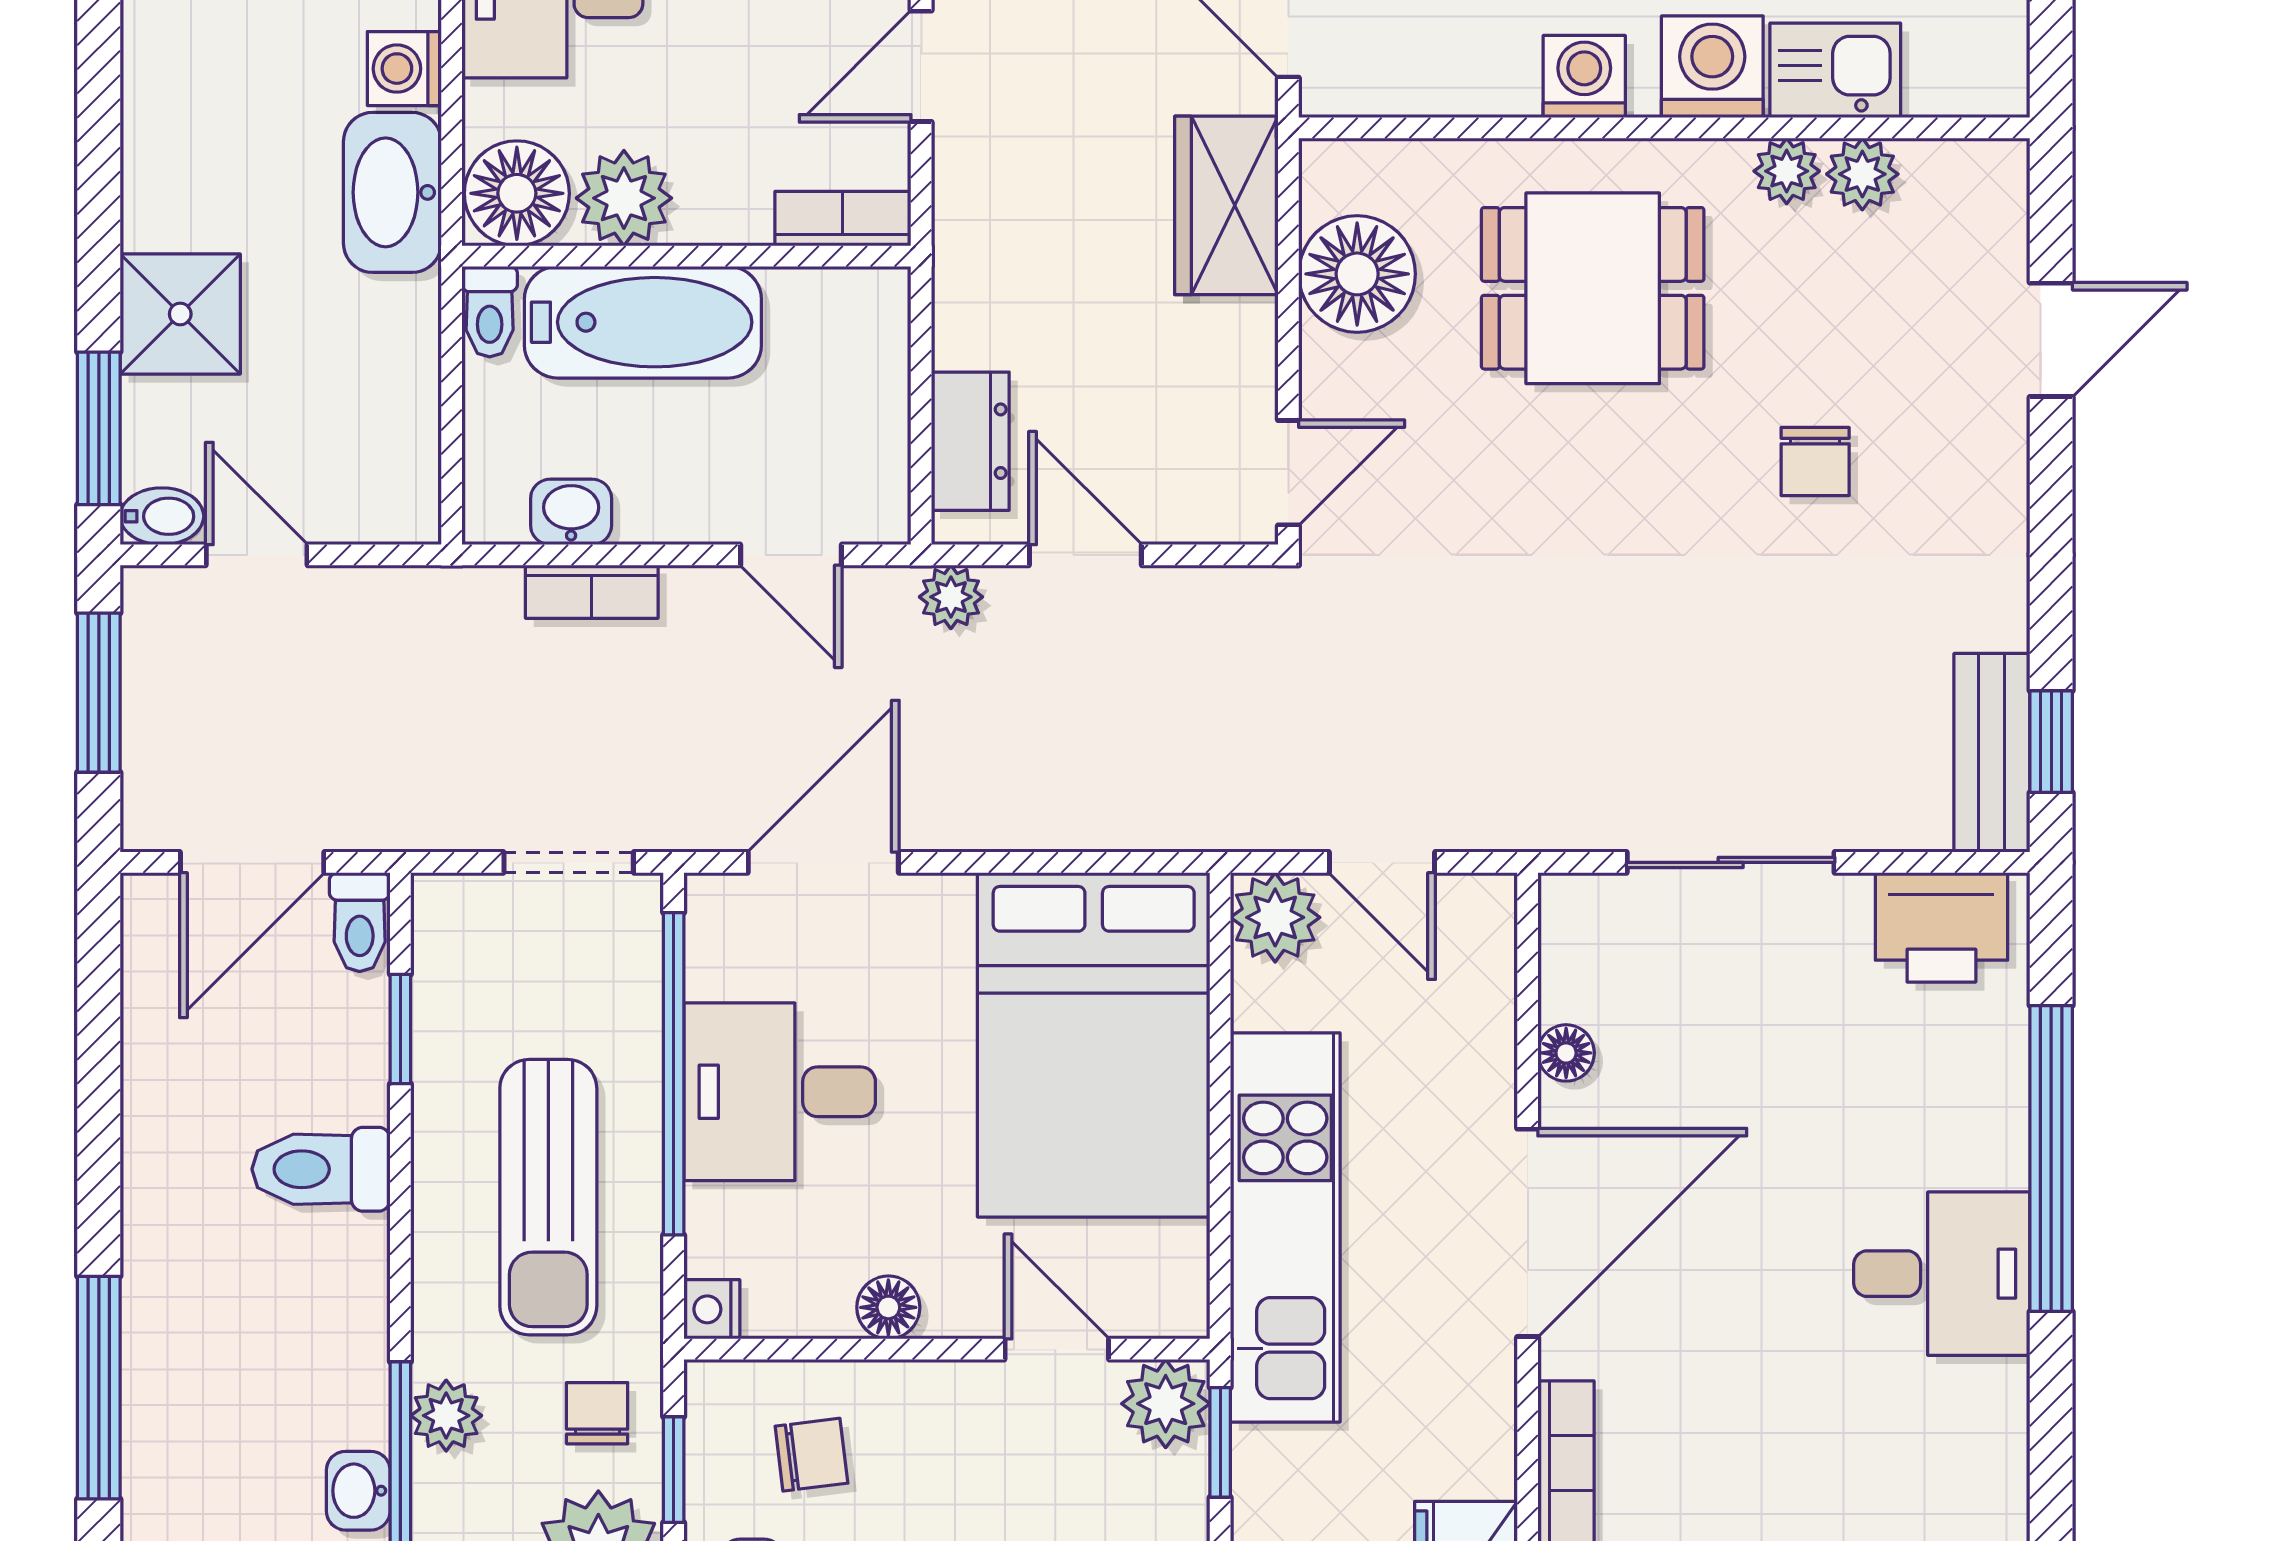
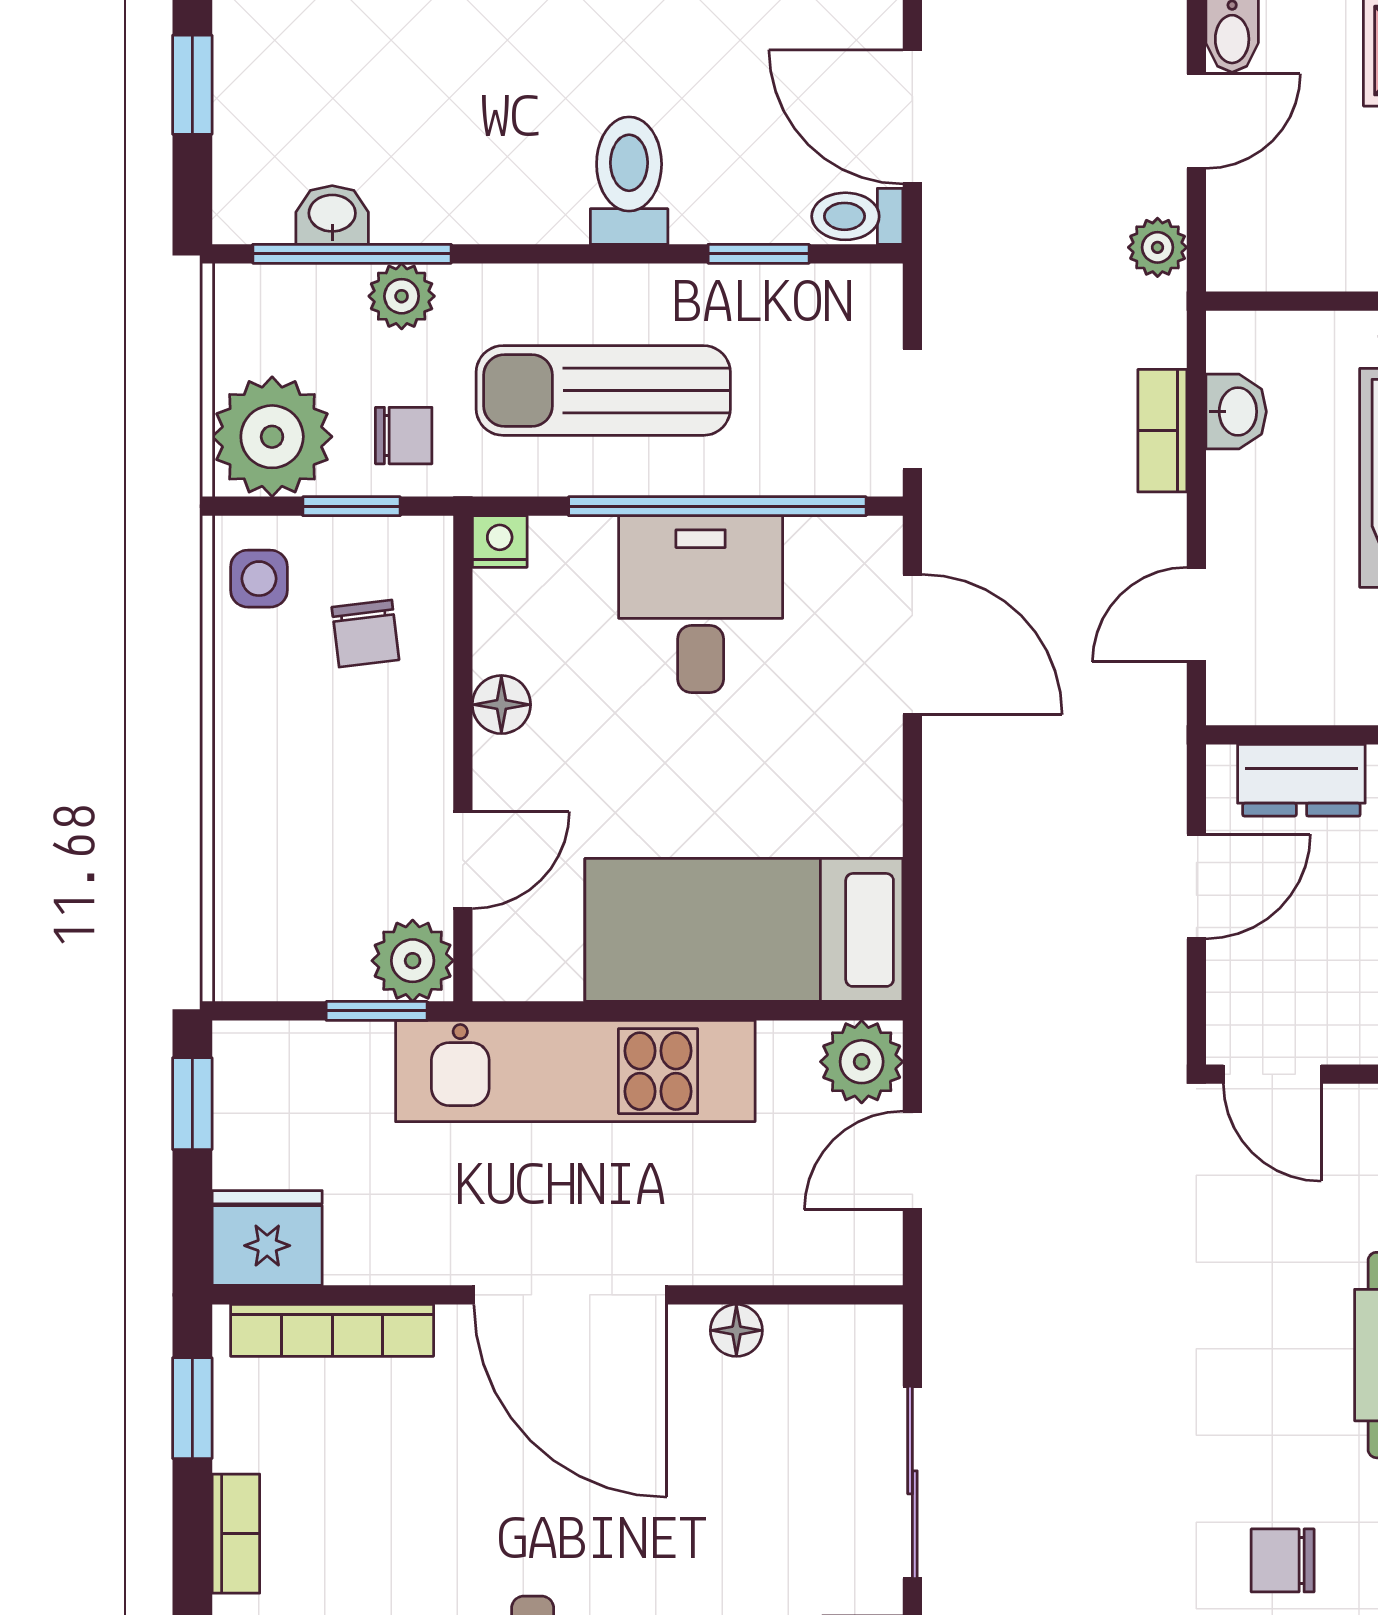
plant: (951, 597) -> (1158, 247), moved
bed: (1094, 1045) -> (744, 930), width x0.67

